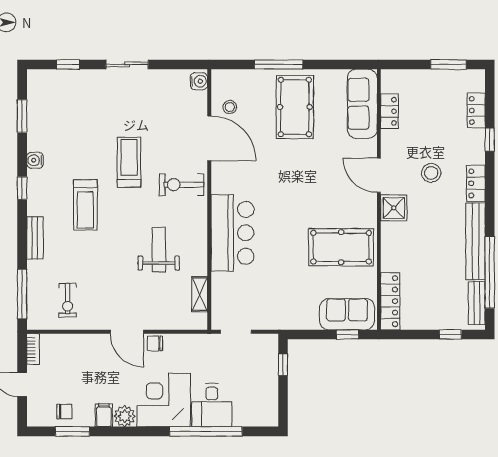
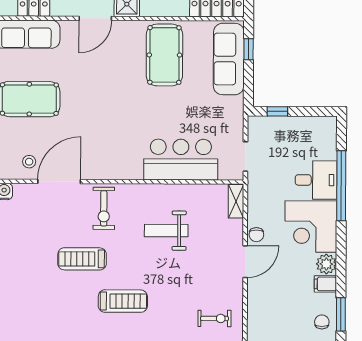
bar counter: (233, 233) -> (181, 160), moved
shelving: (200, 294) -> (236, 201), moved, turned 90
sofa: (347, 314) -> (229, 59), width x1.36

